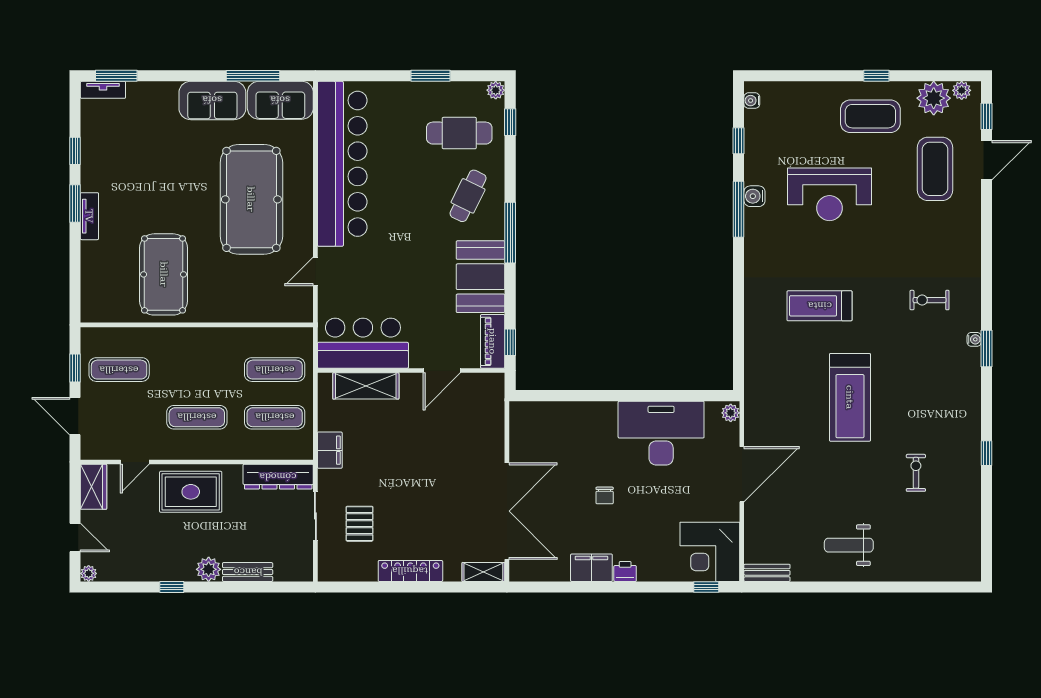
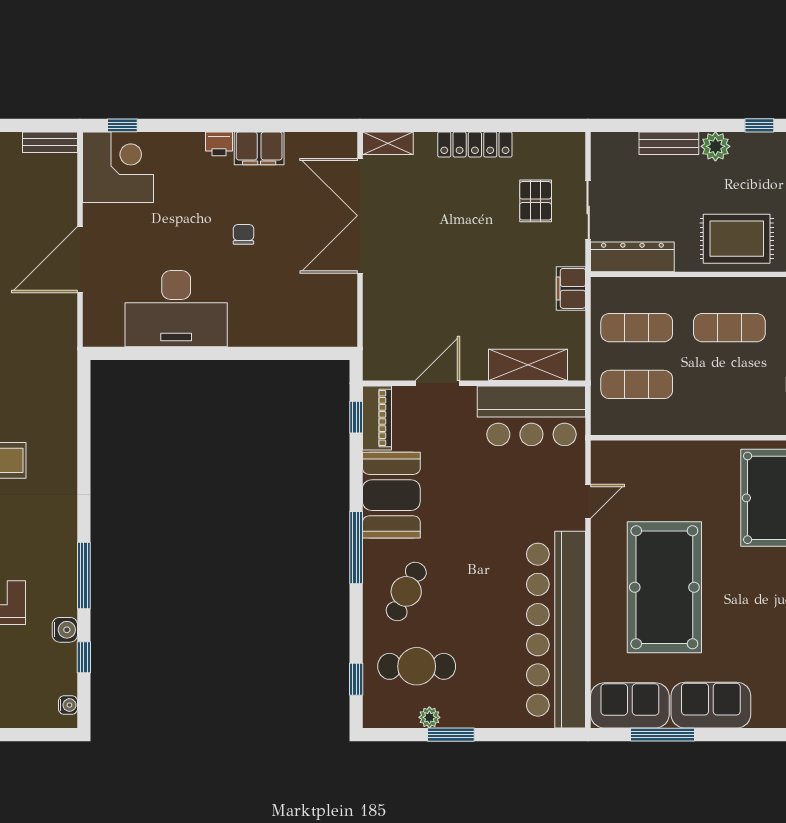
plant: (496, 90) -> (429, 717), moved
water cooler: (754, 196) -> (65, 630), moved
plant: (731, 413) -> (93, 333), removed

